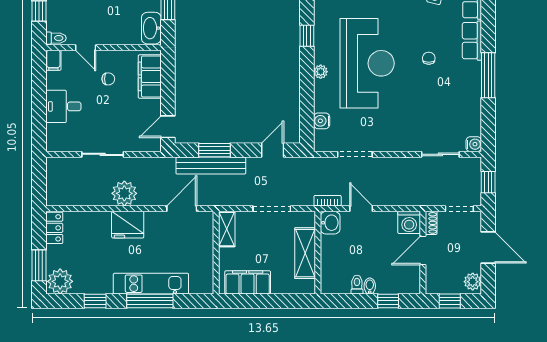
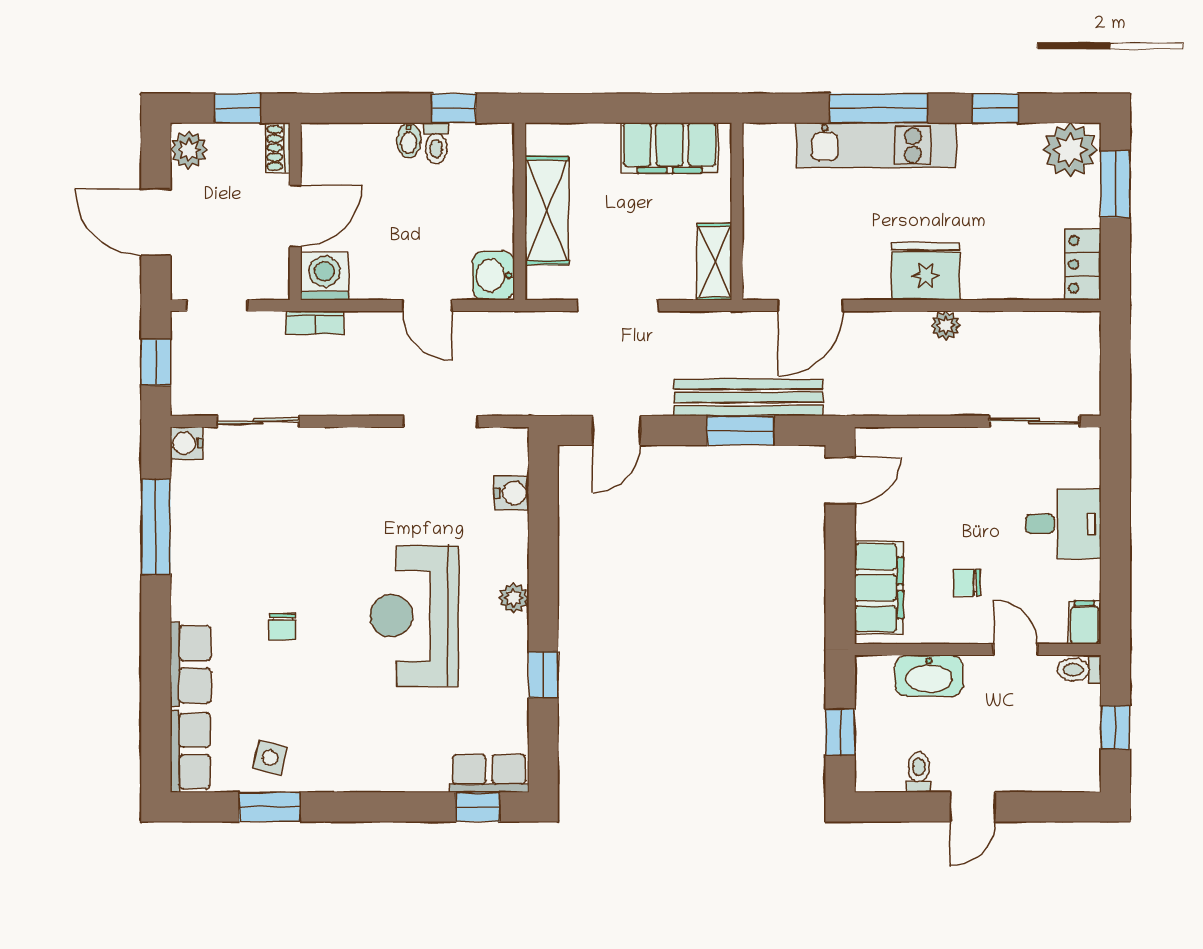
washbasin: (151, 28) -> (929, 676), moved, turned 90
reception desk: (367, 63) -> (414, 616), width x0.74, depth x0.77
window: (488, 75) -> (156, 527), moved
sliding door: (103, 154) -> (1034, 421), moved
plant: (124, 193) -> (946, 325), width x0.53, depth x0.53
bookcase: (328, 201) -> (315, 322), moved
shoe rack: (431, 223) -> (278, 148), moved
window: (388, 301) -> (454, 108), moved

